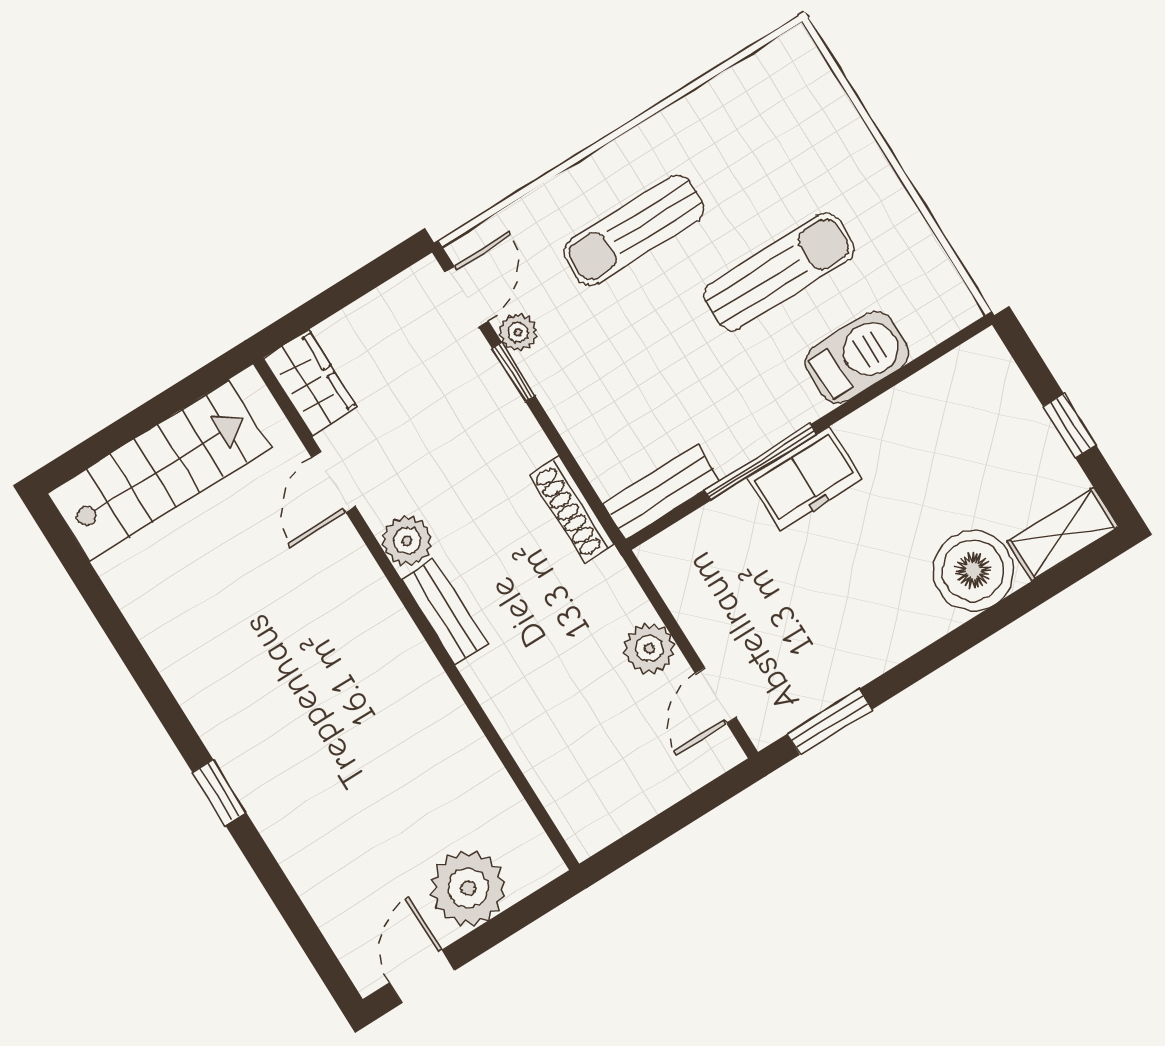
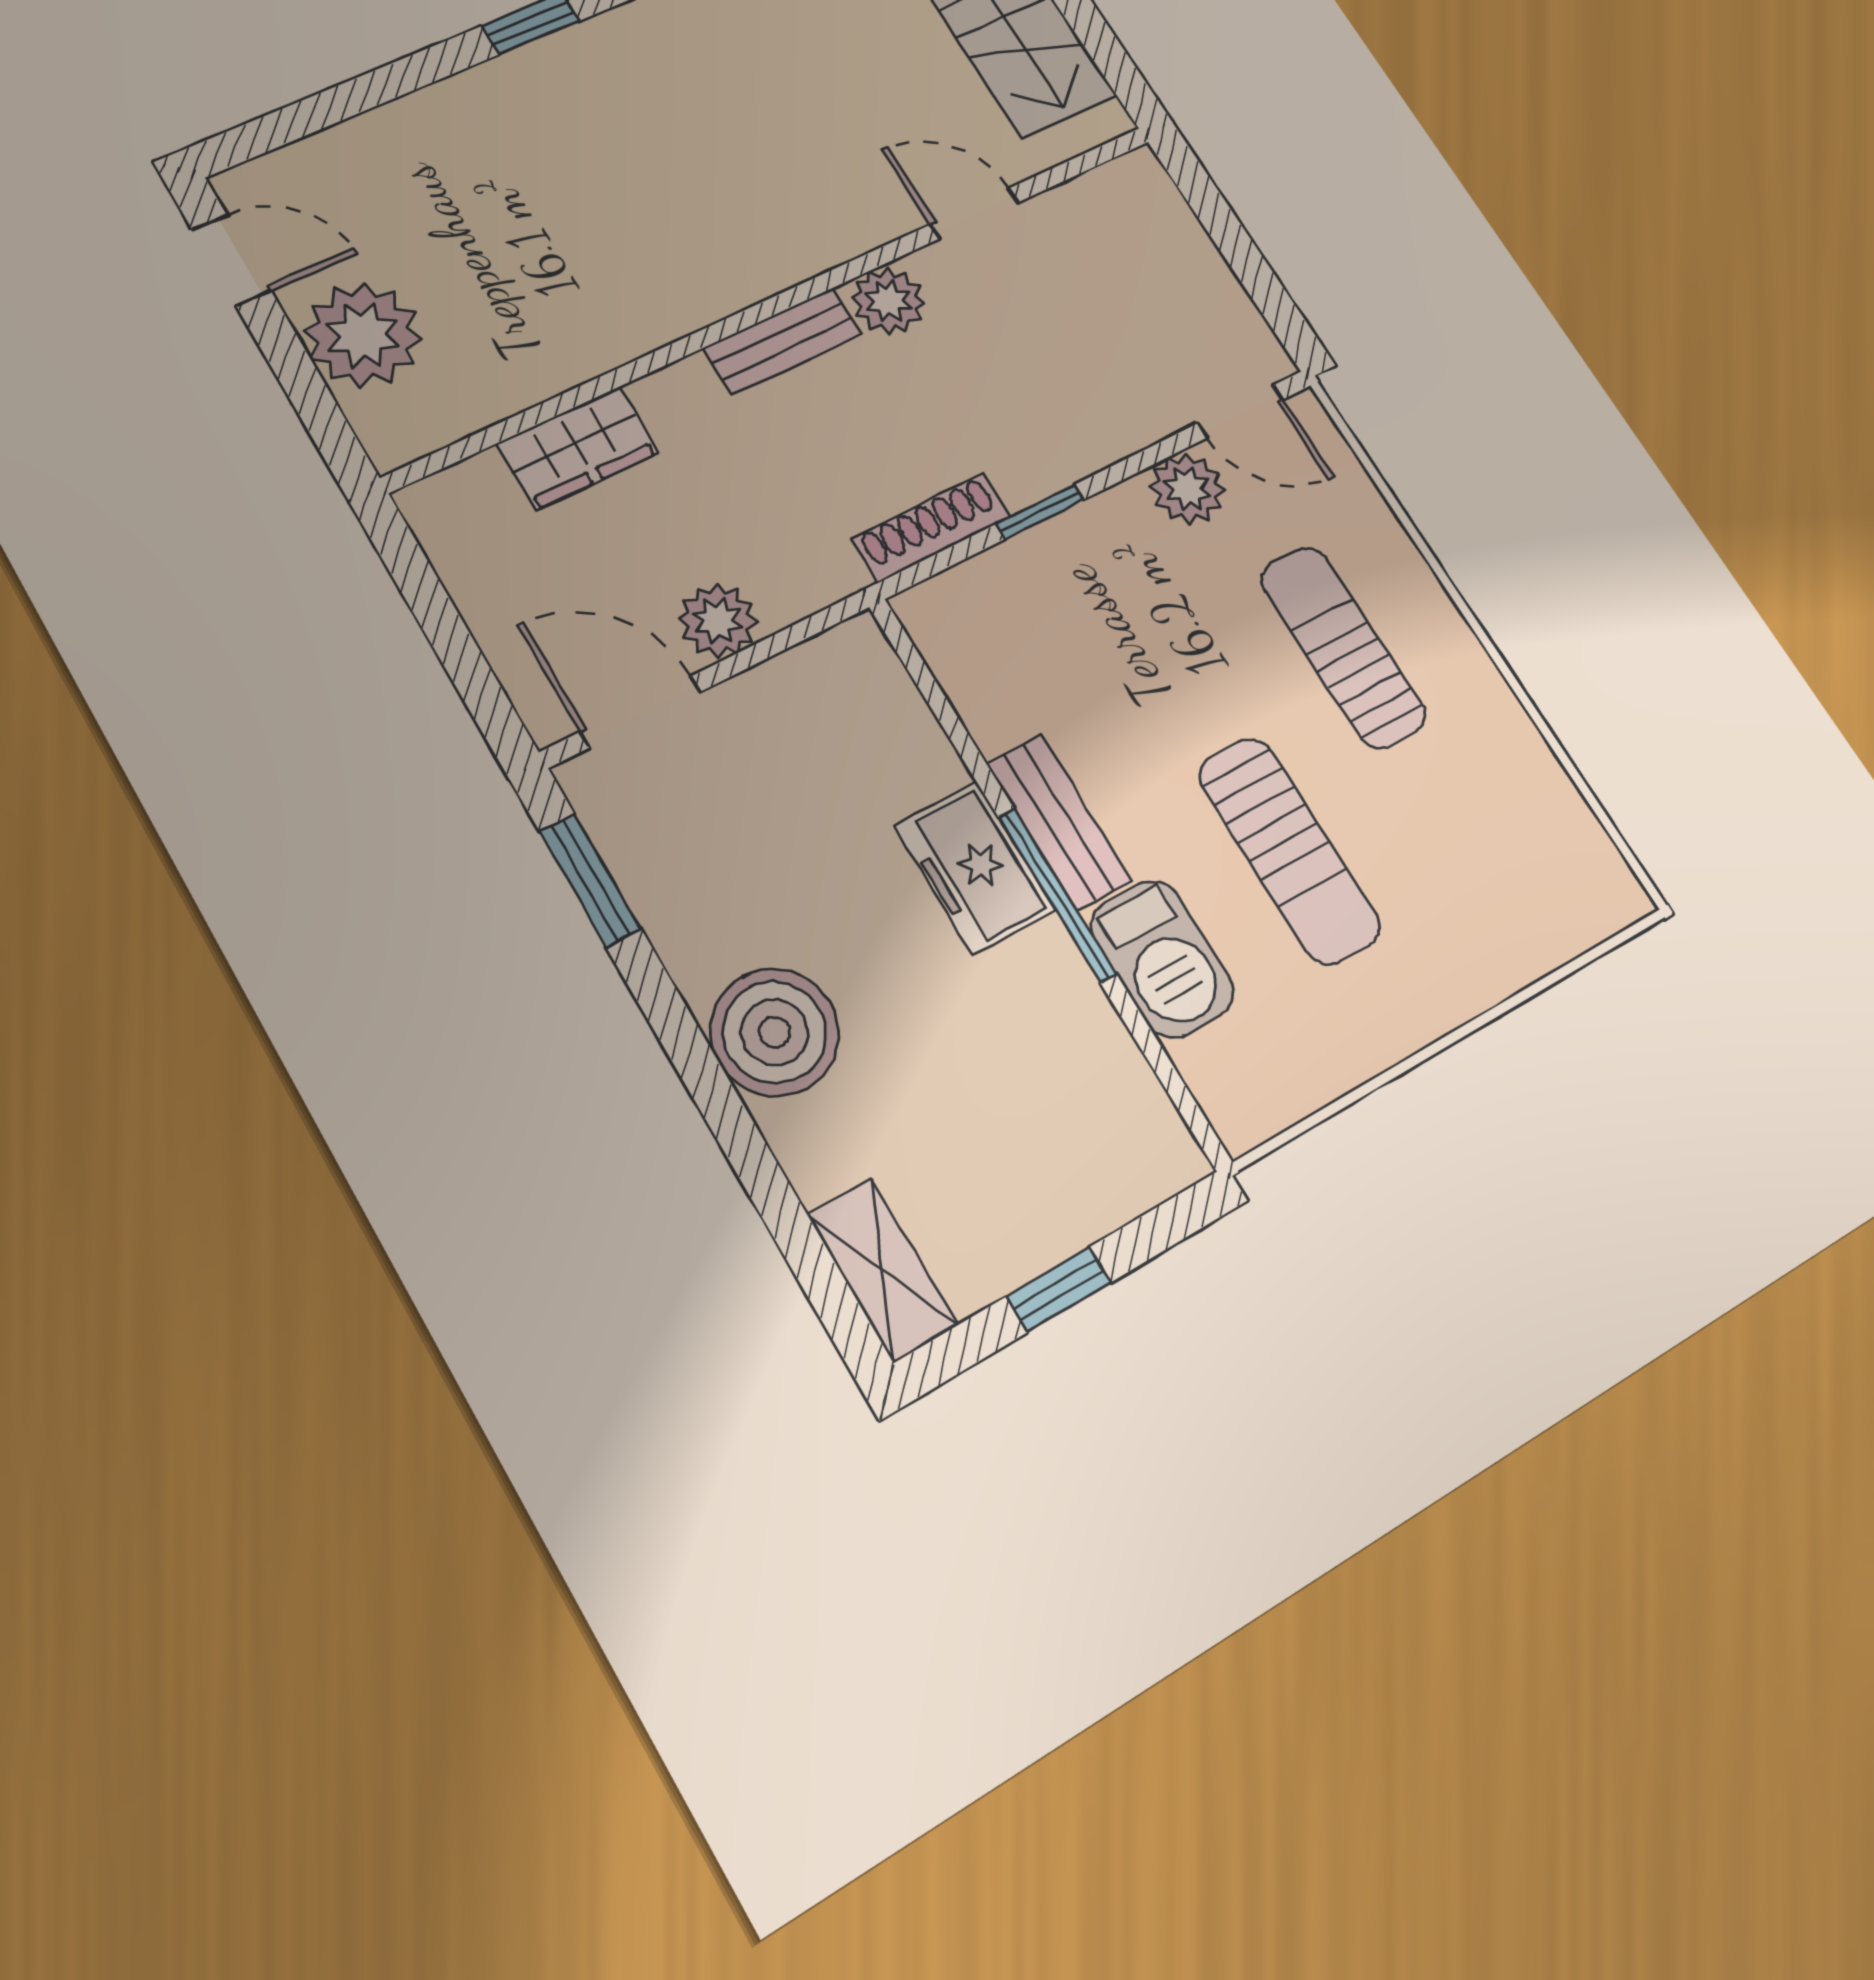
plant: (518, 332) -> (1188, 489), width x1.38, depth x1.38
window: (513, 372) -> (1040, 512), moved
wardrobe: (310, 383) -> (578, 448), moved
window: (761, 462) -> (1057, 895), moved
bench: (662, 492) -> (1059, 822), moved
boiler: (973, 571) -> (775, 1032), moved
door: (716, 696) -> (640, 712), width x1.37

